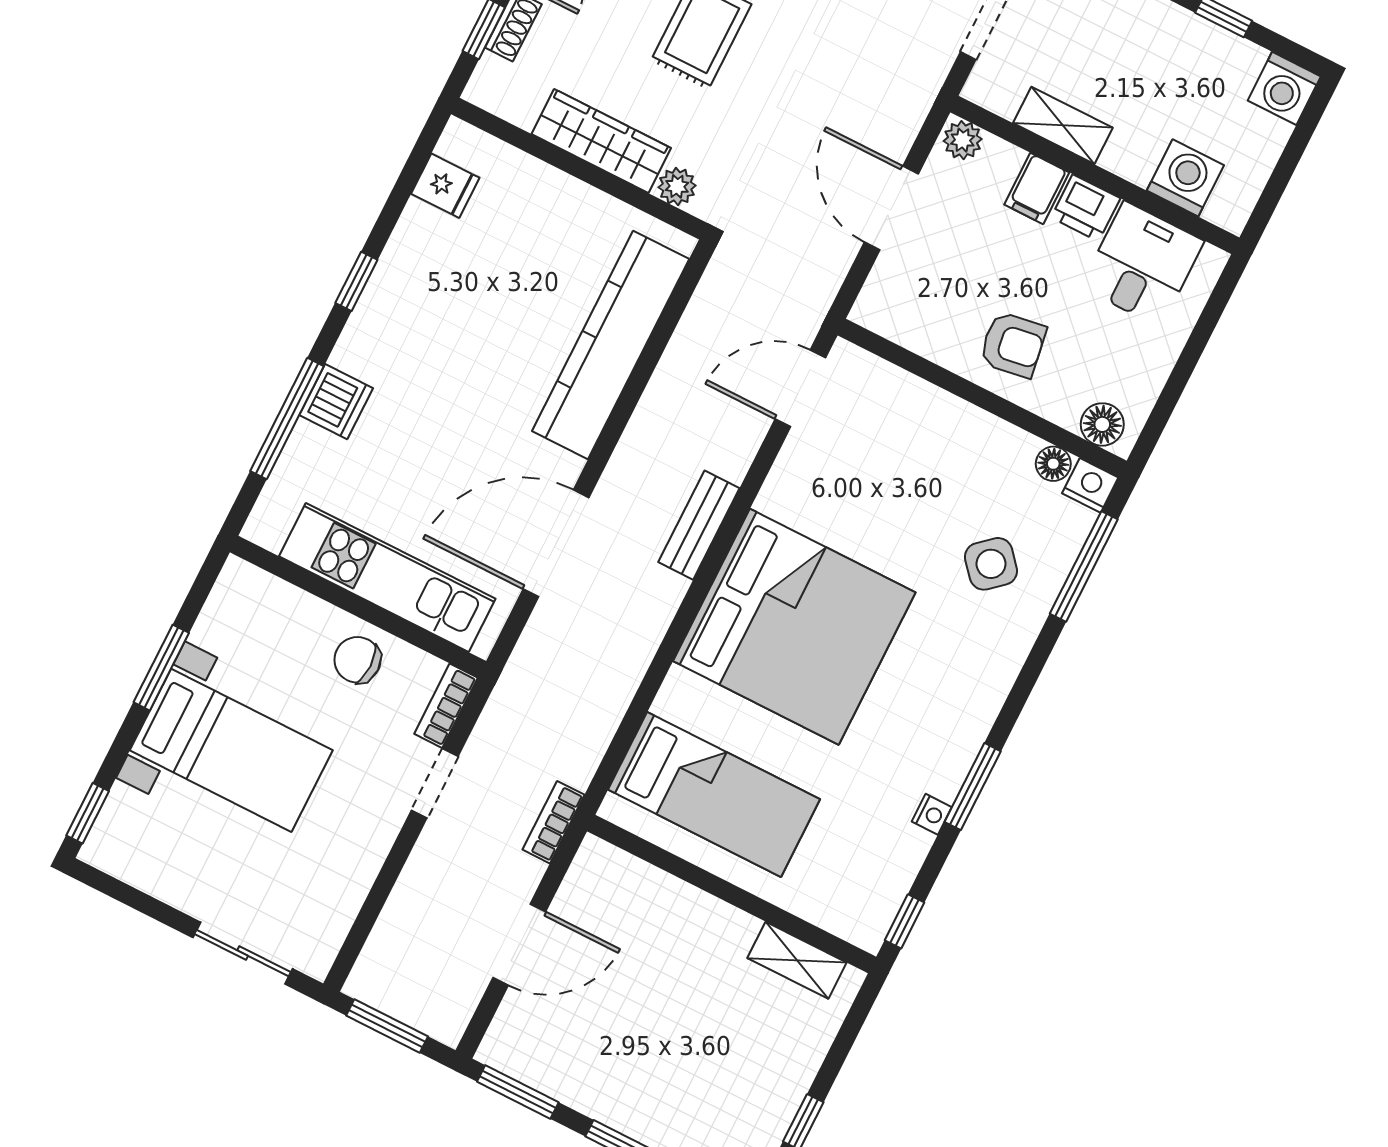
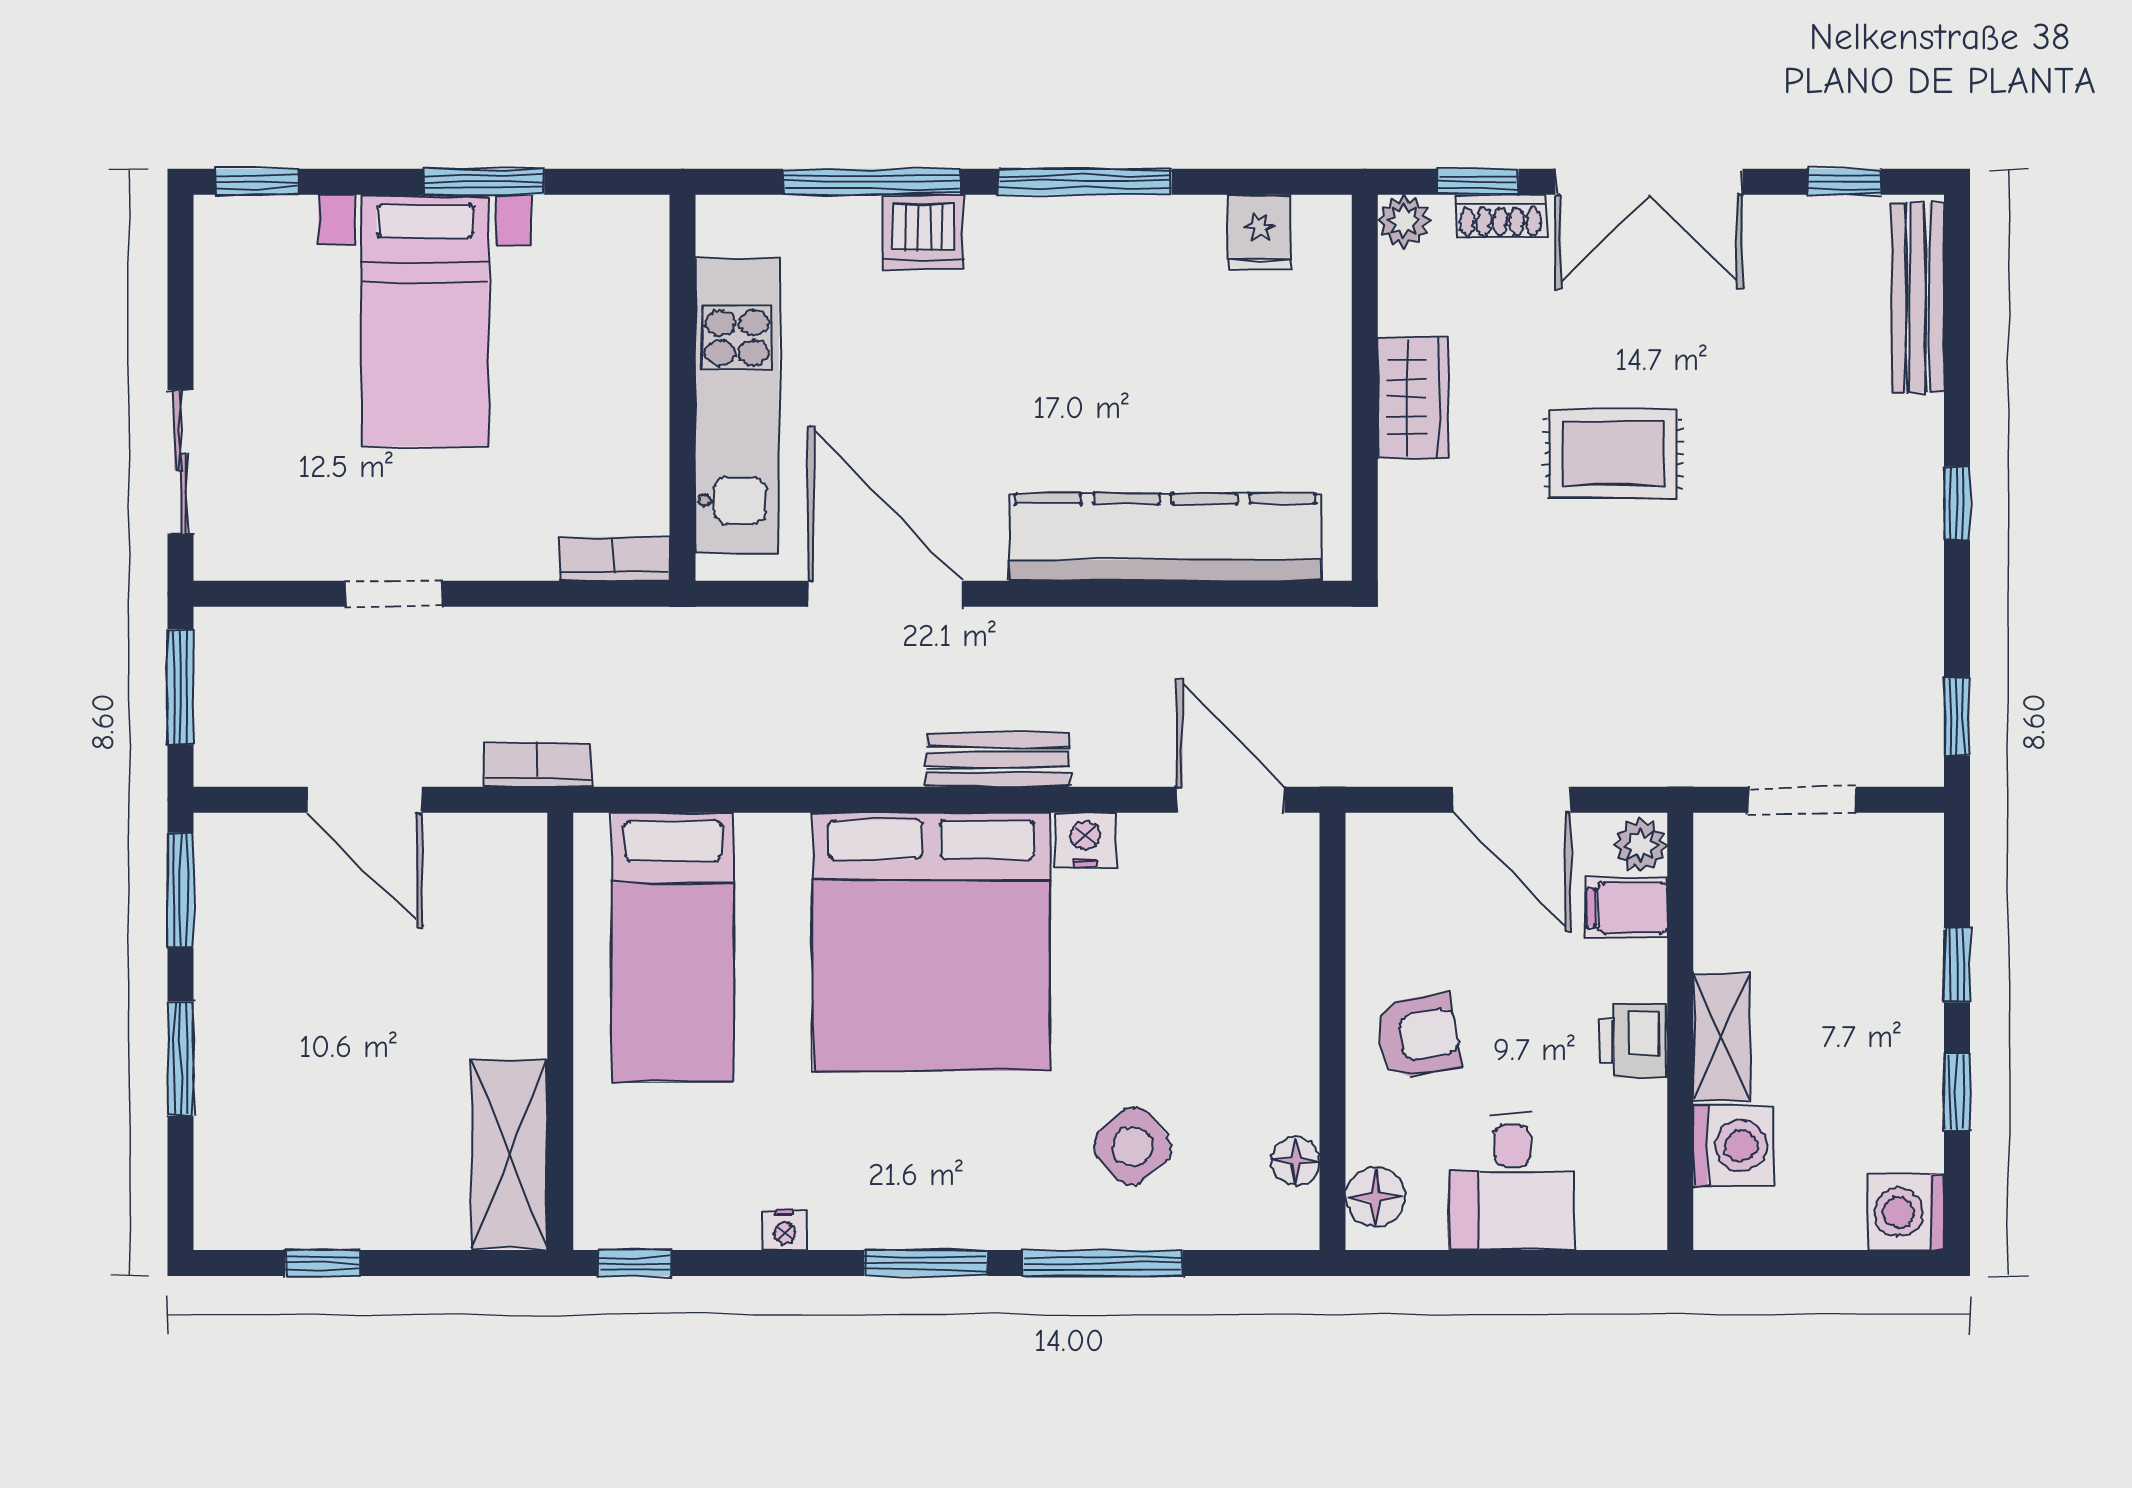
shelving: (1063, 125) -> (1722, 1037), moved
wardrobe: (601, 141) -> (1413, 398), width x0.67
plant: (677, 186) -> (1404, 221), moved
filing cabinet: (1037, 188) -> (1627, 908), moved
door: (891, 208) -> (1512, 800), swing flipped
desk: (1142, 264) -> (1512, 1182), moved, turned 90
window: (356, 281) -> (1085, 182), width x2.17
armchair: (1013, 345) -> (1418, 1036), turned -91
nightstand: (1090, 485) -> (1085, 840), moved, turned -90
window: (1084, 567) -> (1103, 1263), moved
chair: (357, 660) -> (616, 420), removed
doorway: (435, 783) -> (394, 594), moved
window: (973, 787) -> (926, 1263), moved
shelving: (797, 960) -> (510, 1154), width x1.50, depth x1.33

